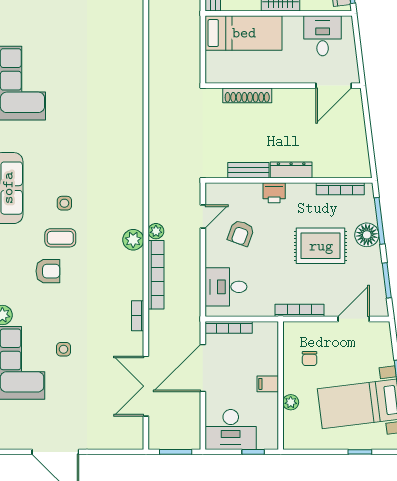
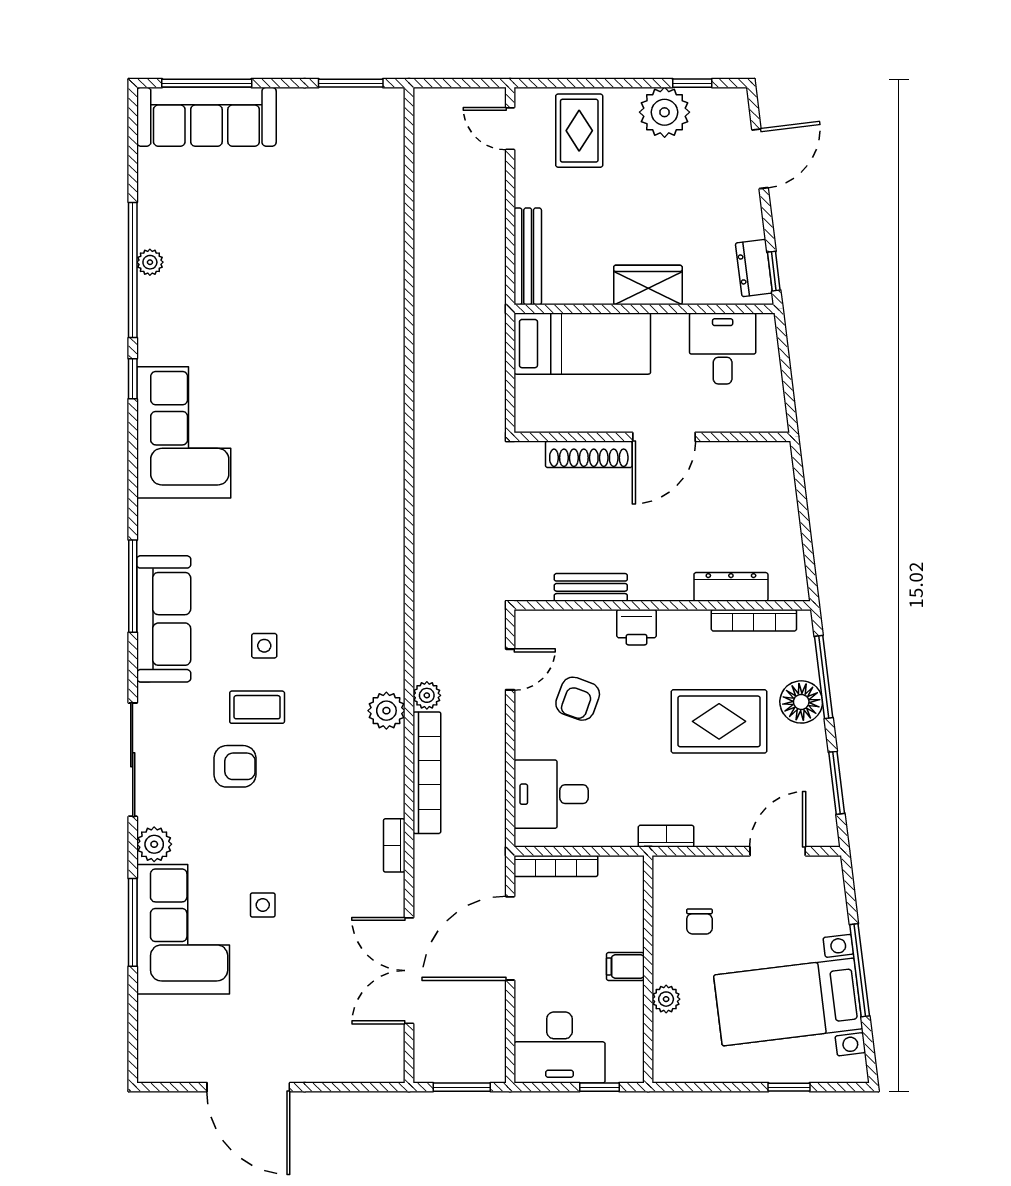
door: (334, 86) -> (664, 437), moved
dresser: (291, 170) -> (731, 587), moved
bookcase: (299, 310) -> (666, 836), width x0.64

